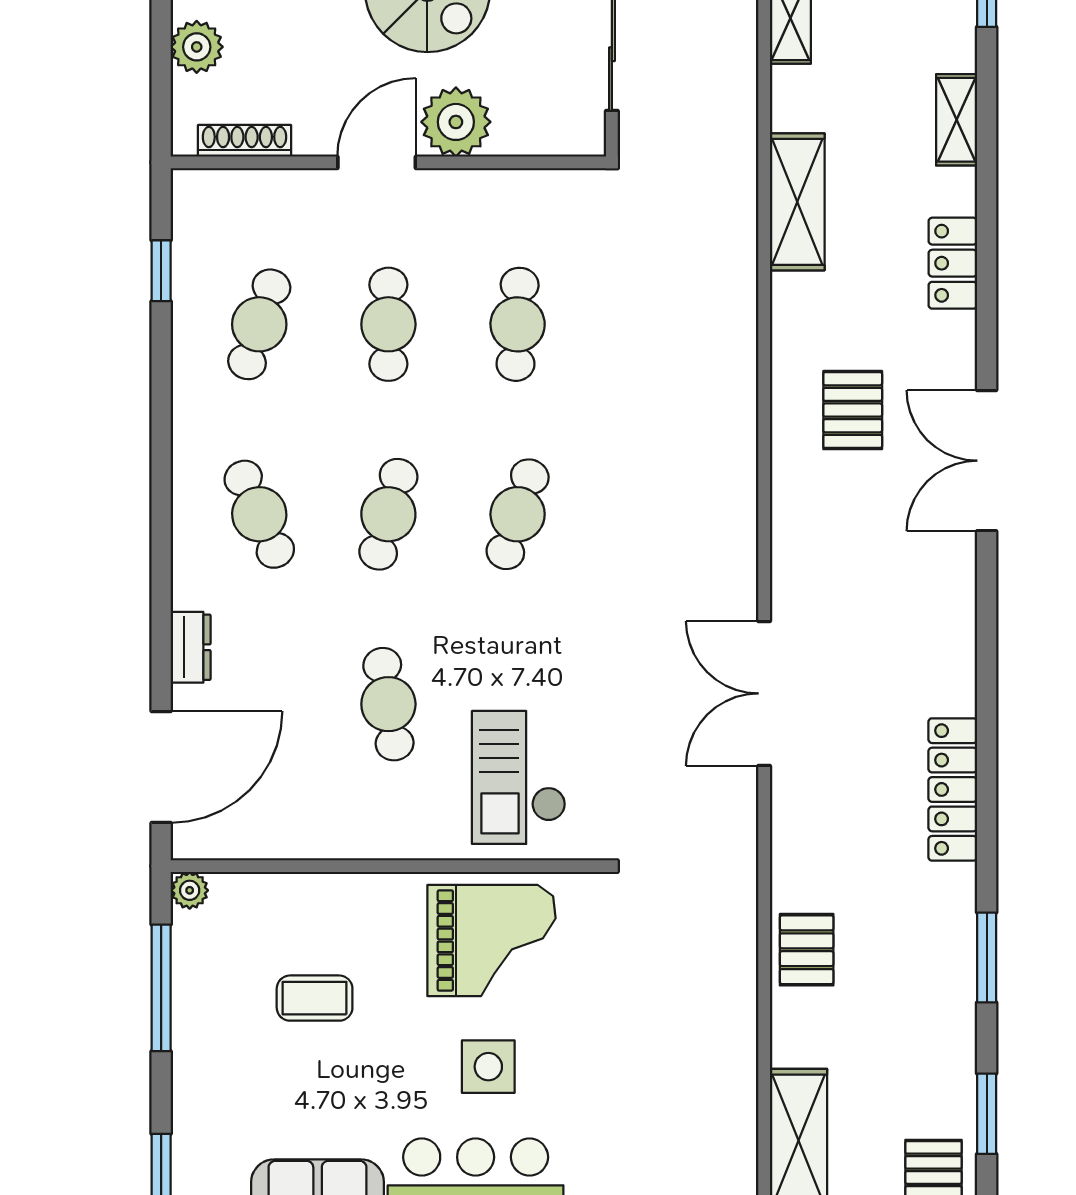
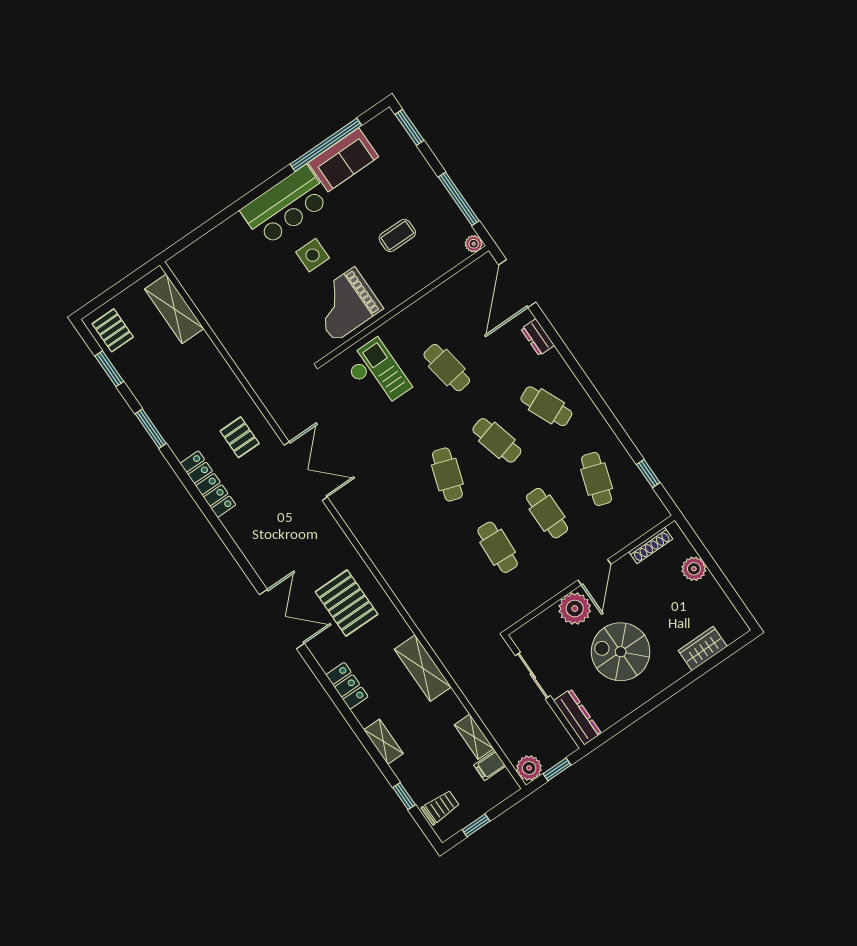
pallet: (853, 410) -> (347, 603), width x1.50, depth x1.42
cafe table: (388, 514) -> (497, 440), turned -30
pallet: (807, 950) -> (240, 437), moved

